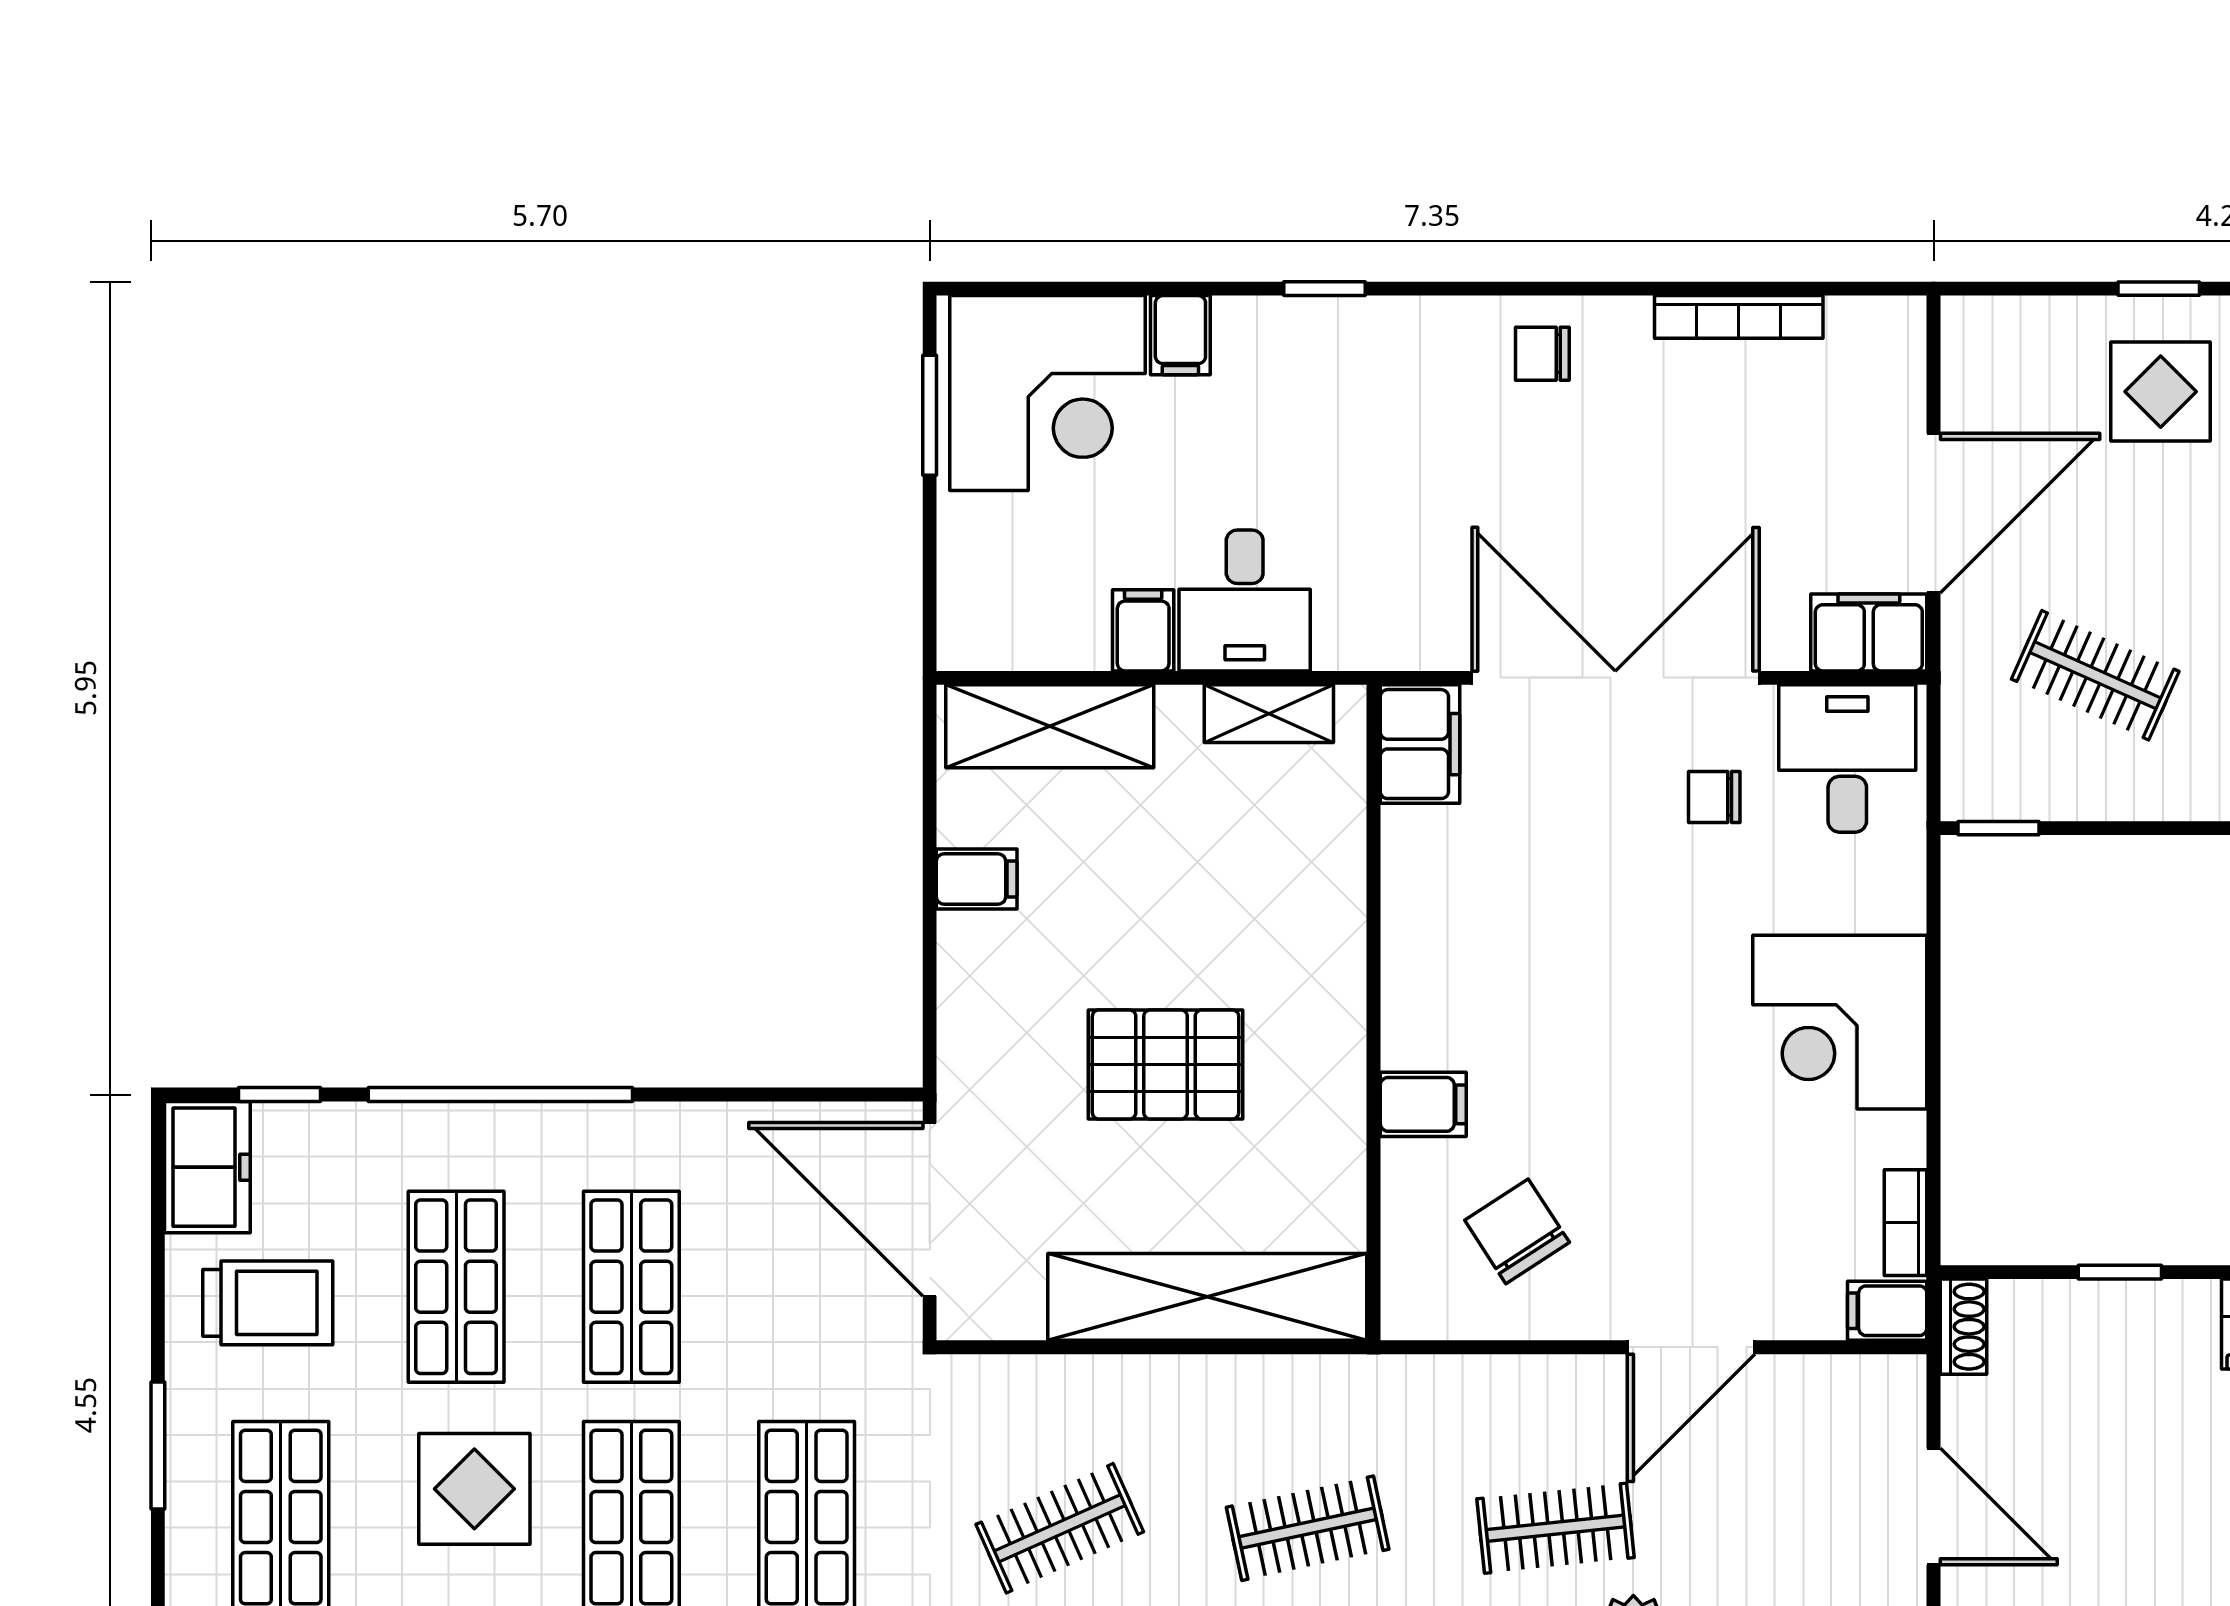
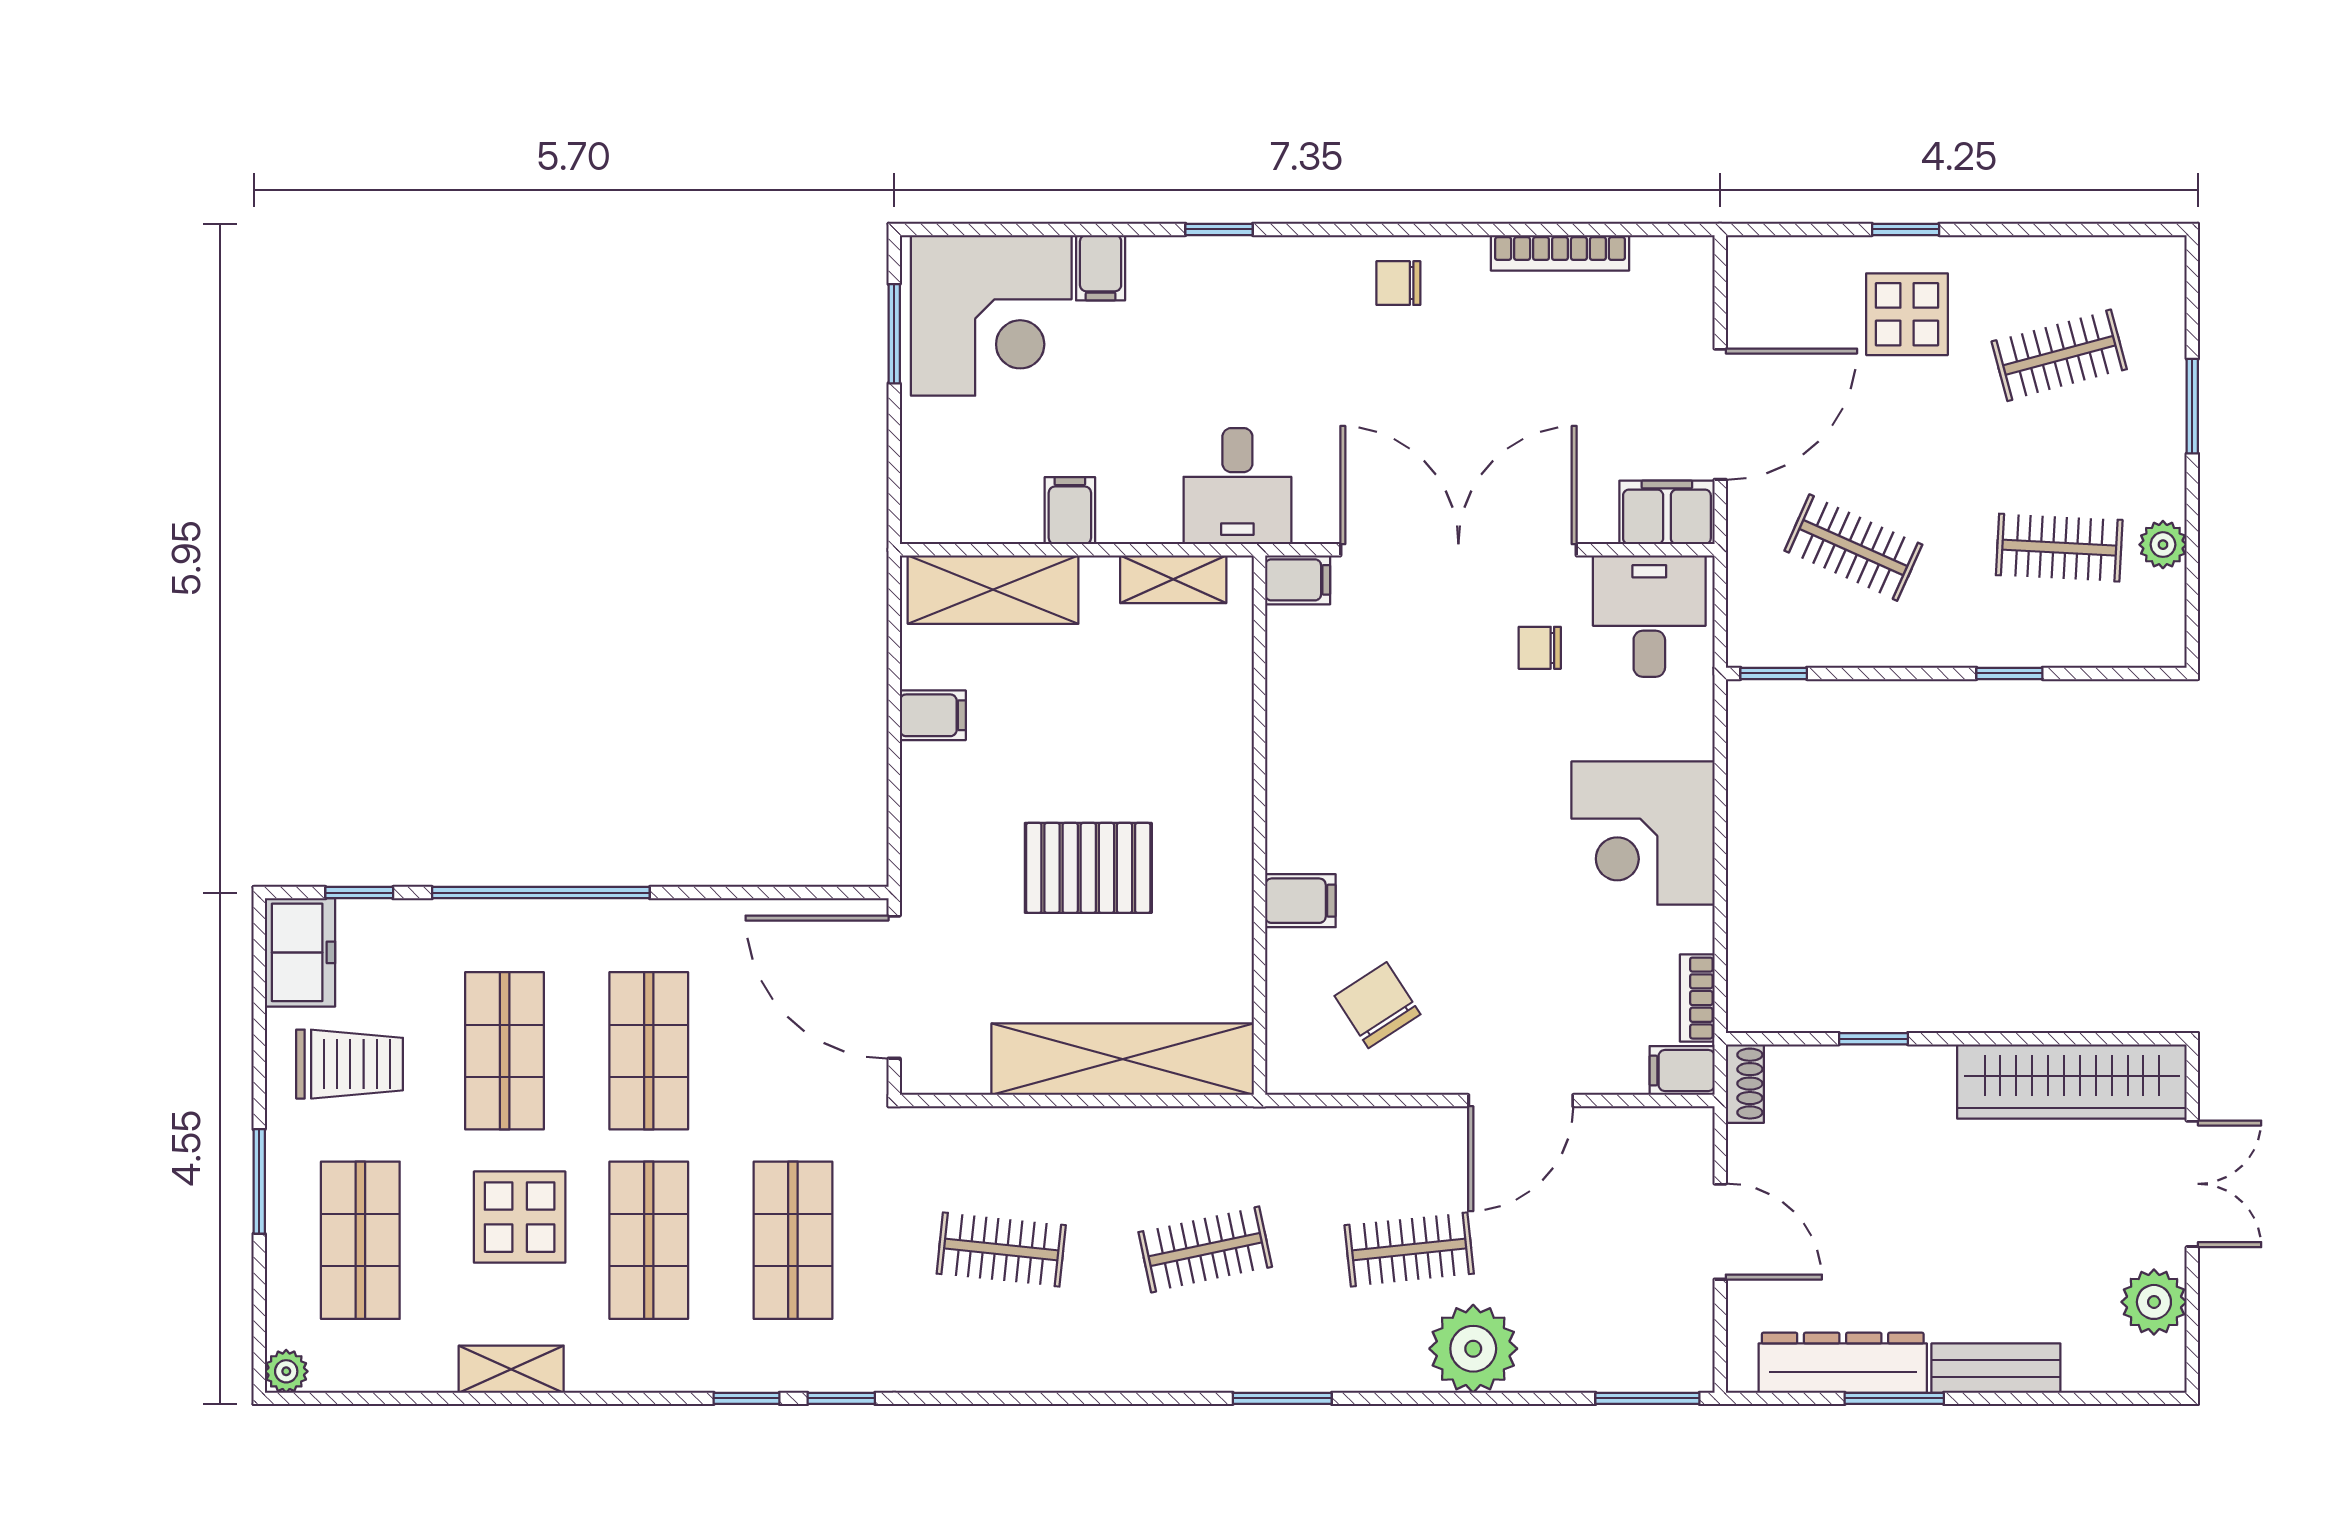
desk: (1245, 600) -> (1237, 486), moved
filing cabinet: (1420, 744) -> (1298, 580), width x0.50
clothes rail: (1060, 1528) -> (1001, 1249), turned 30

